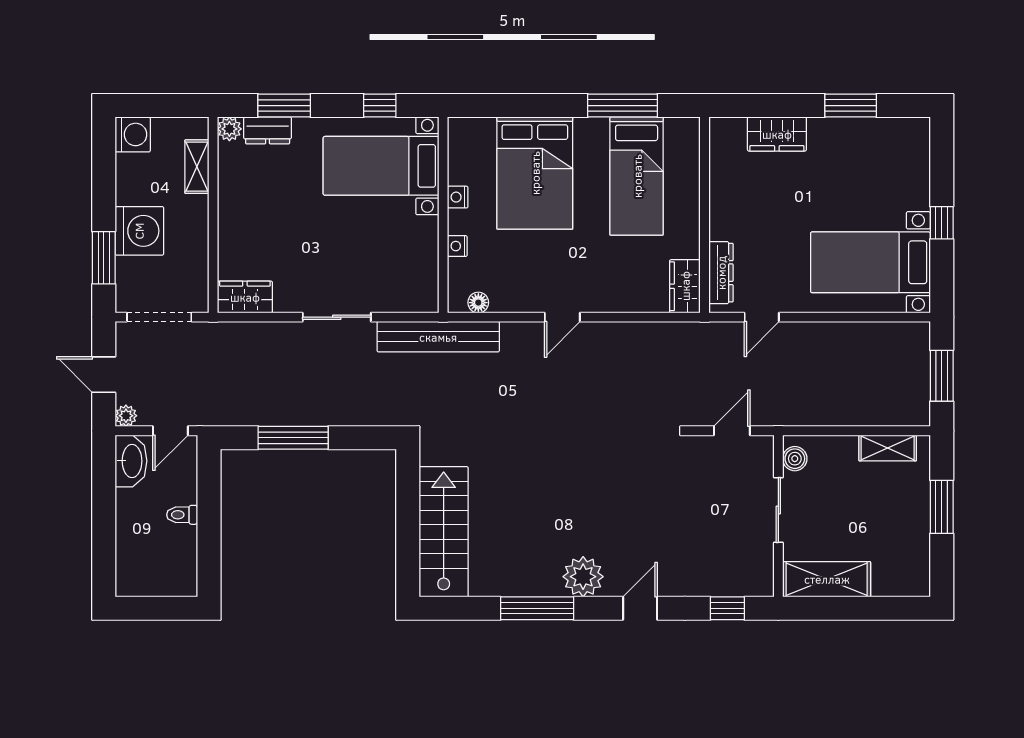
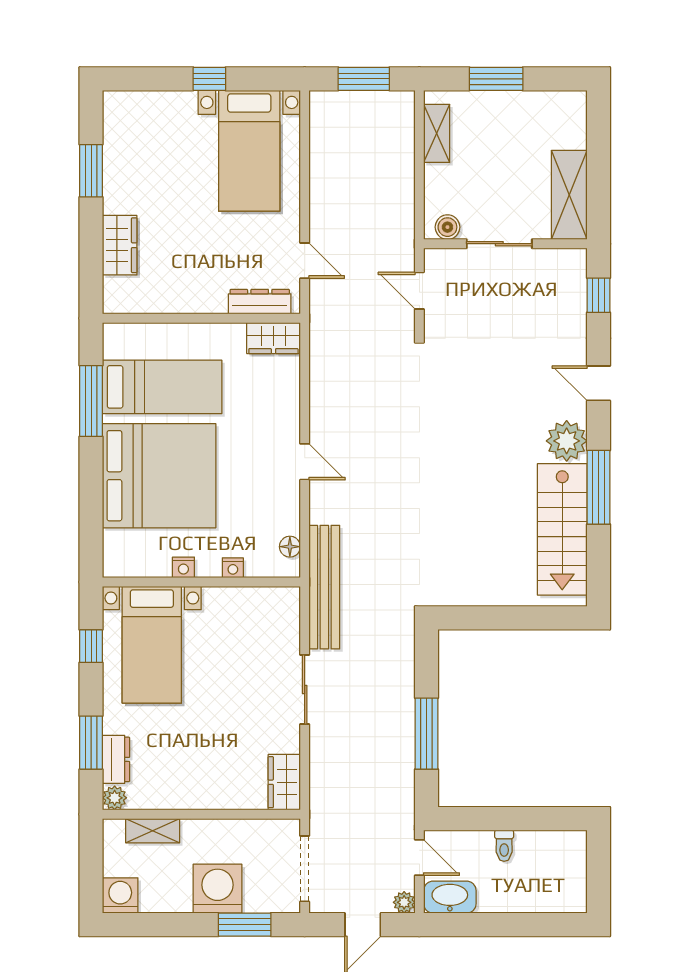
bed: (535, 173) -> (159, 476), width x1.36
stairs: (444, 532) -> (562, 529), moved, turned -90

